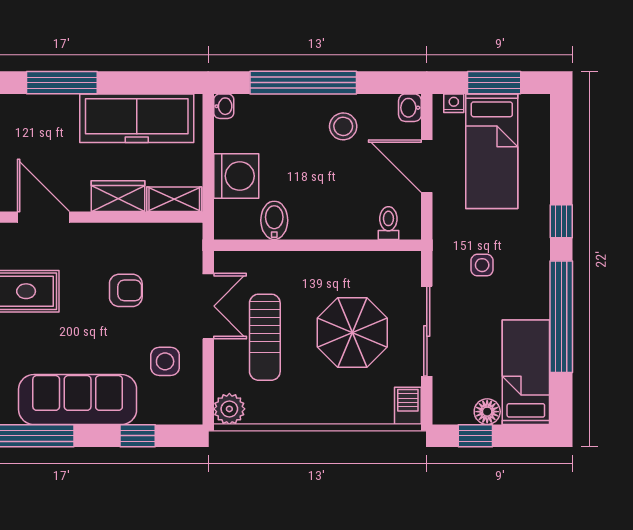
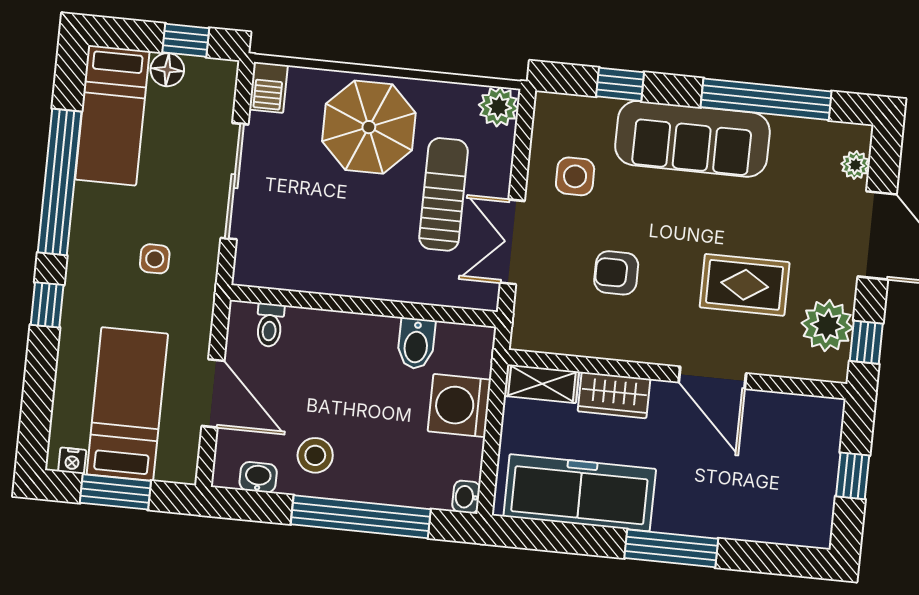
nightstand: (454, 103) -> (72, 461), moved
washbasin: (410, 108) -> (258, 477), moved, turned -90
parasol: (352, 332) -> (369, 127), moved

